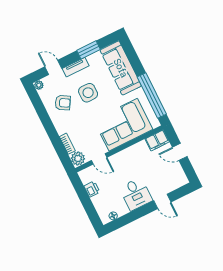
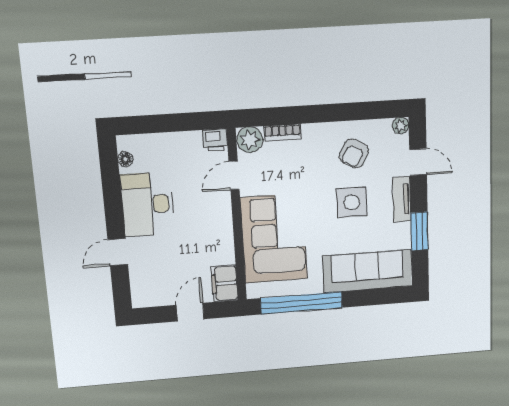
door: (53, 67) -> (418, 162), hinge flipped
printer: (92, 189) -> (215, 140), moved
desk: (136, 194) -> (147, 204), width x1.37

